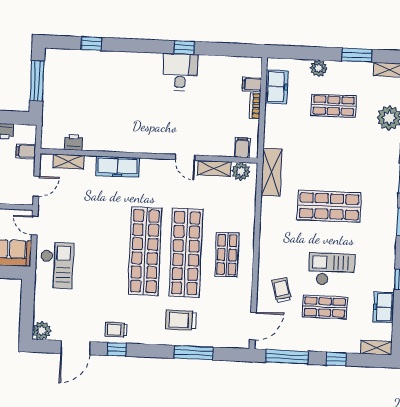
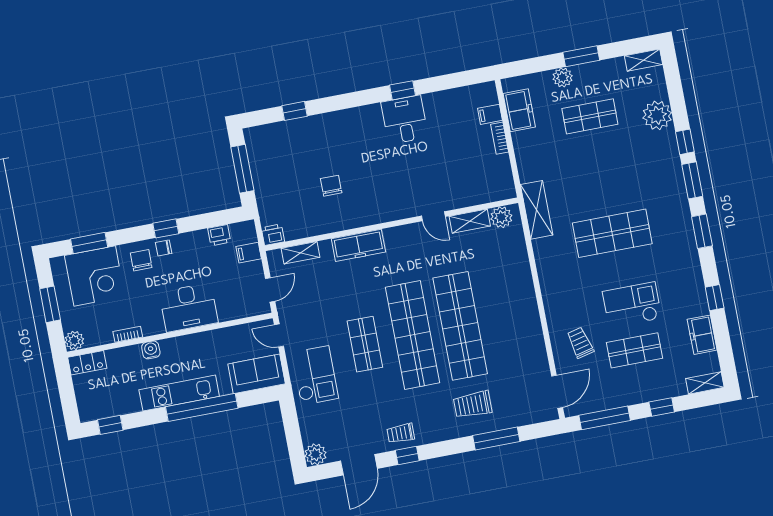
window: (357, 55) -> (581, 56), moved
chair: (107, 112) -> (331, 186), added
printer: (74, 142) -> (273, 235), moved
filing cabinet: (242, 148) -> (496, 190), removed
shop shelf: (227, 255) -> (365, 344), moved

